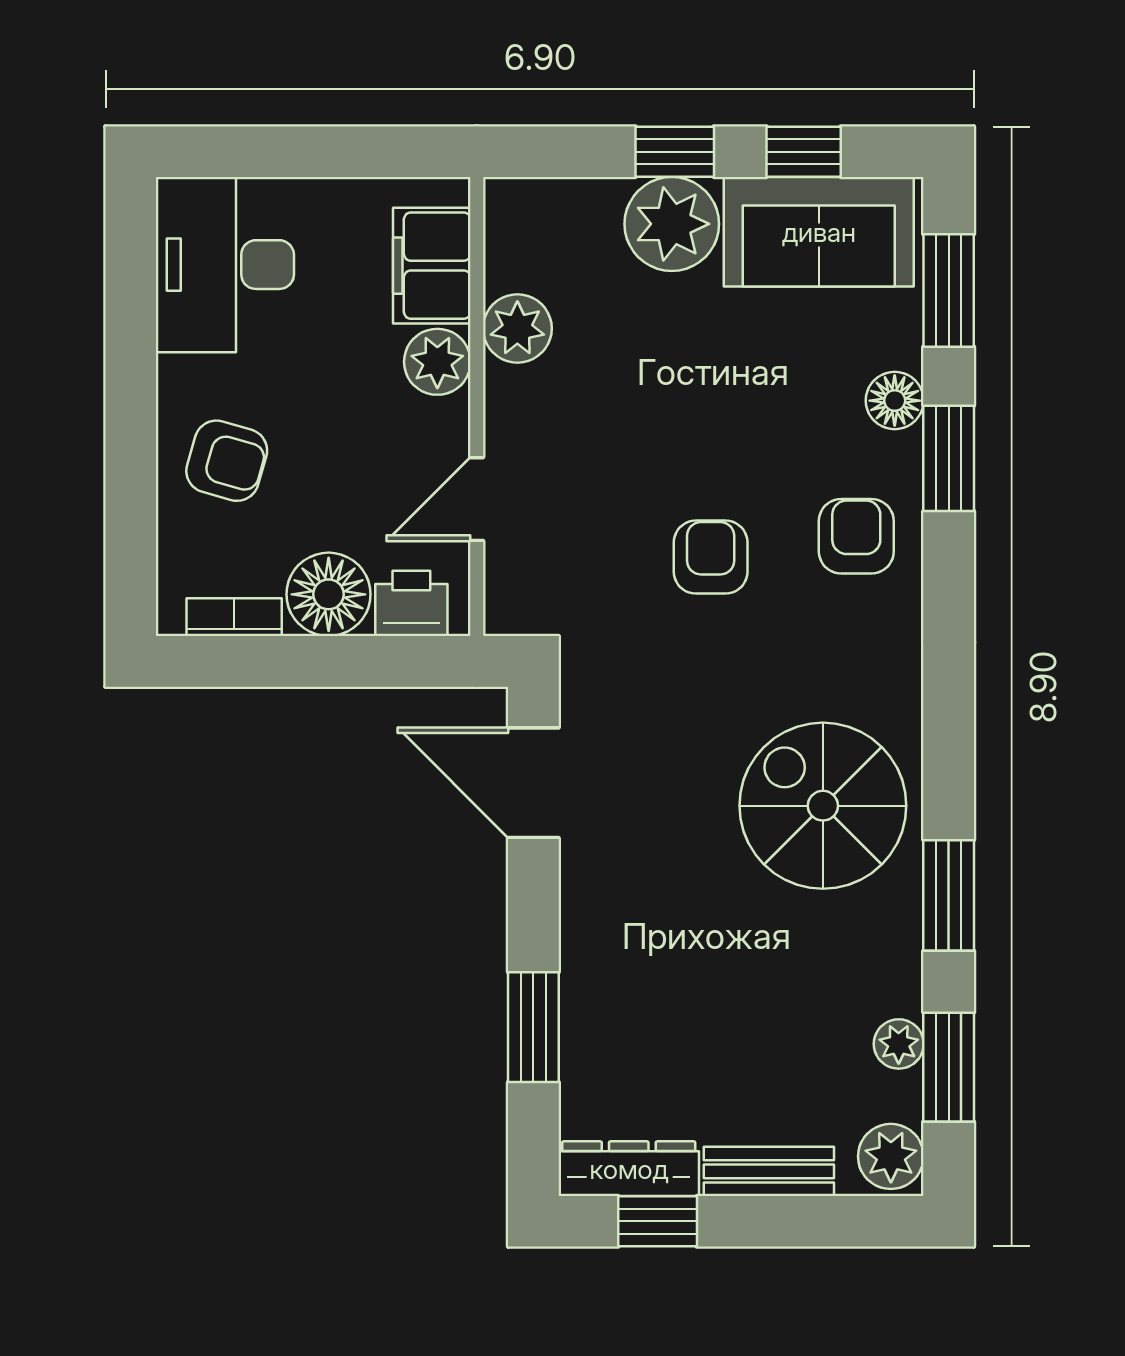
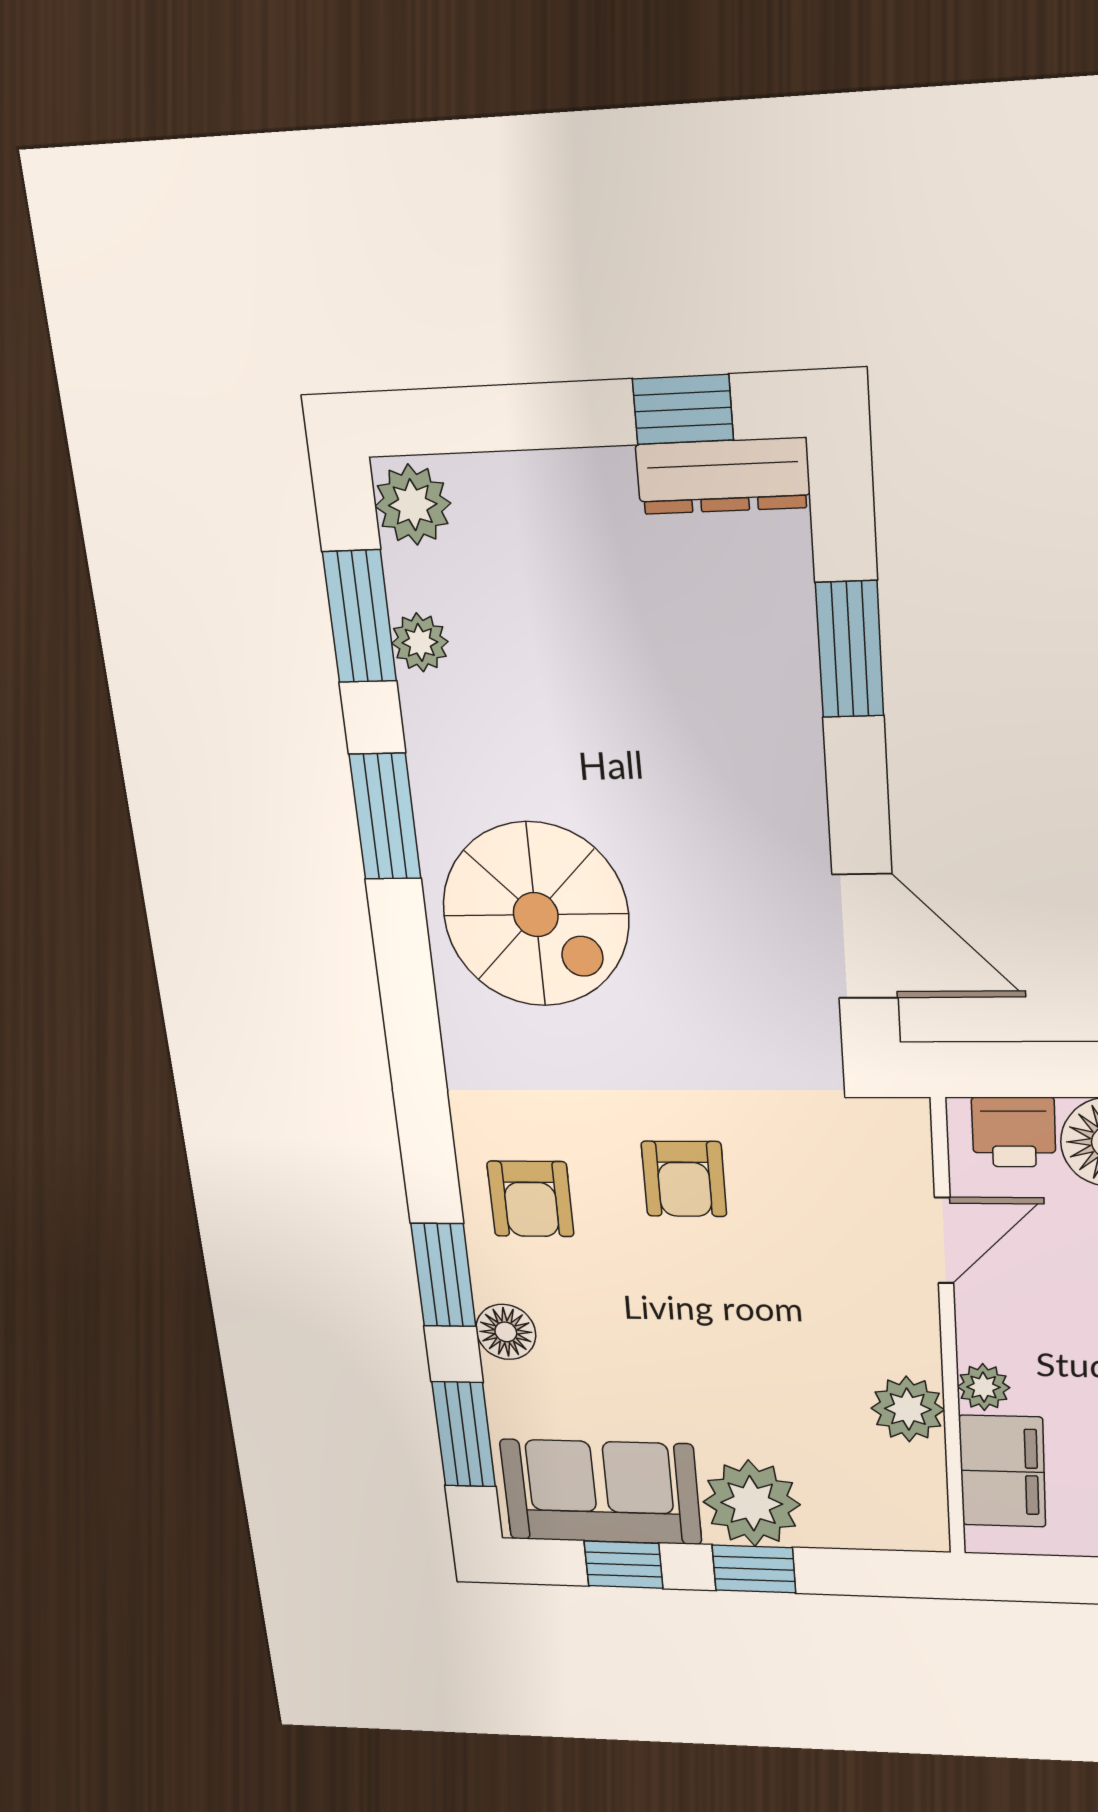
plant: (437, 362) -> (984, 1387), width x0.73, depth x0.73
bench: (769, 1171) -> (554, 480), removed

